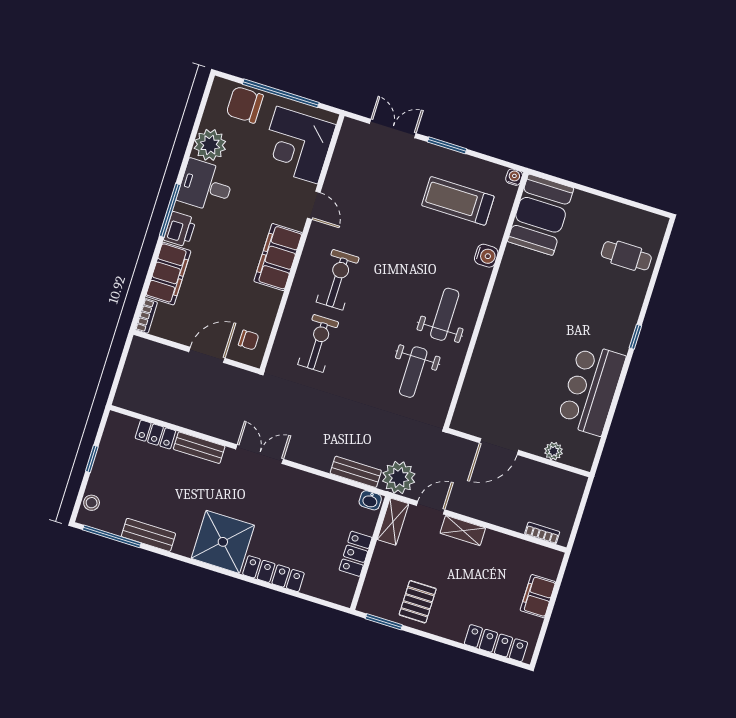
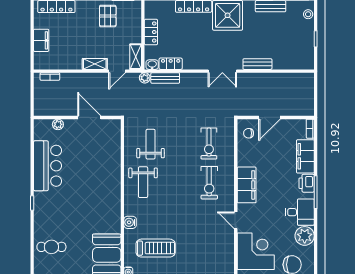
locker: (155, 435) -> (171, 64), moved
door: (499, 446) -> (89, 117), hinge flipped
plant: (399, 477) -> (145, 78), width x0.53, depth x0.53

